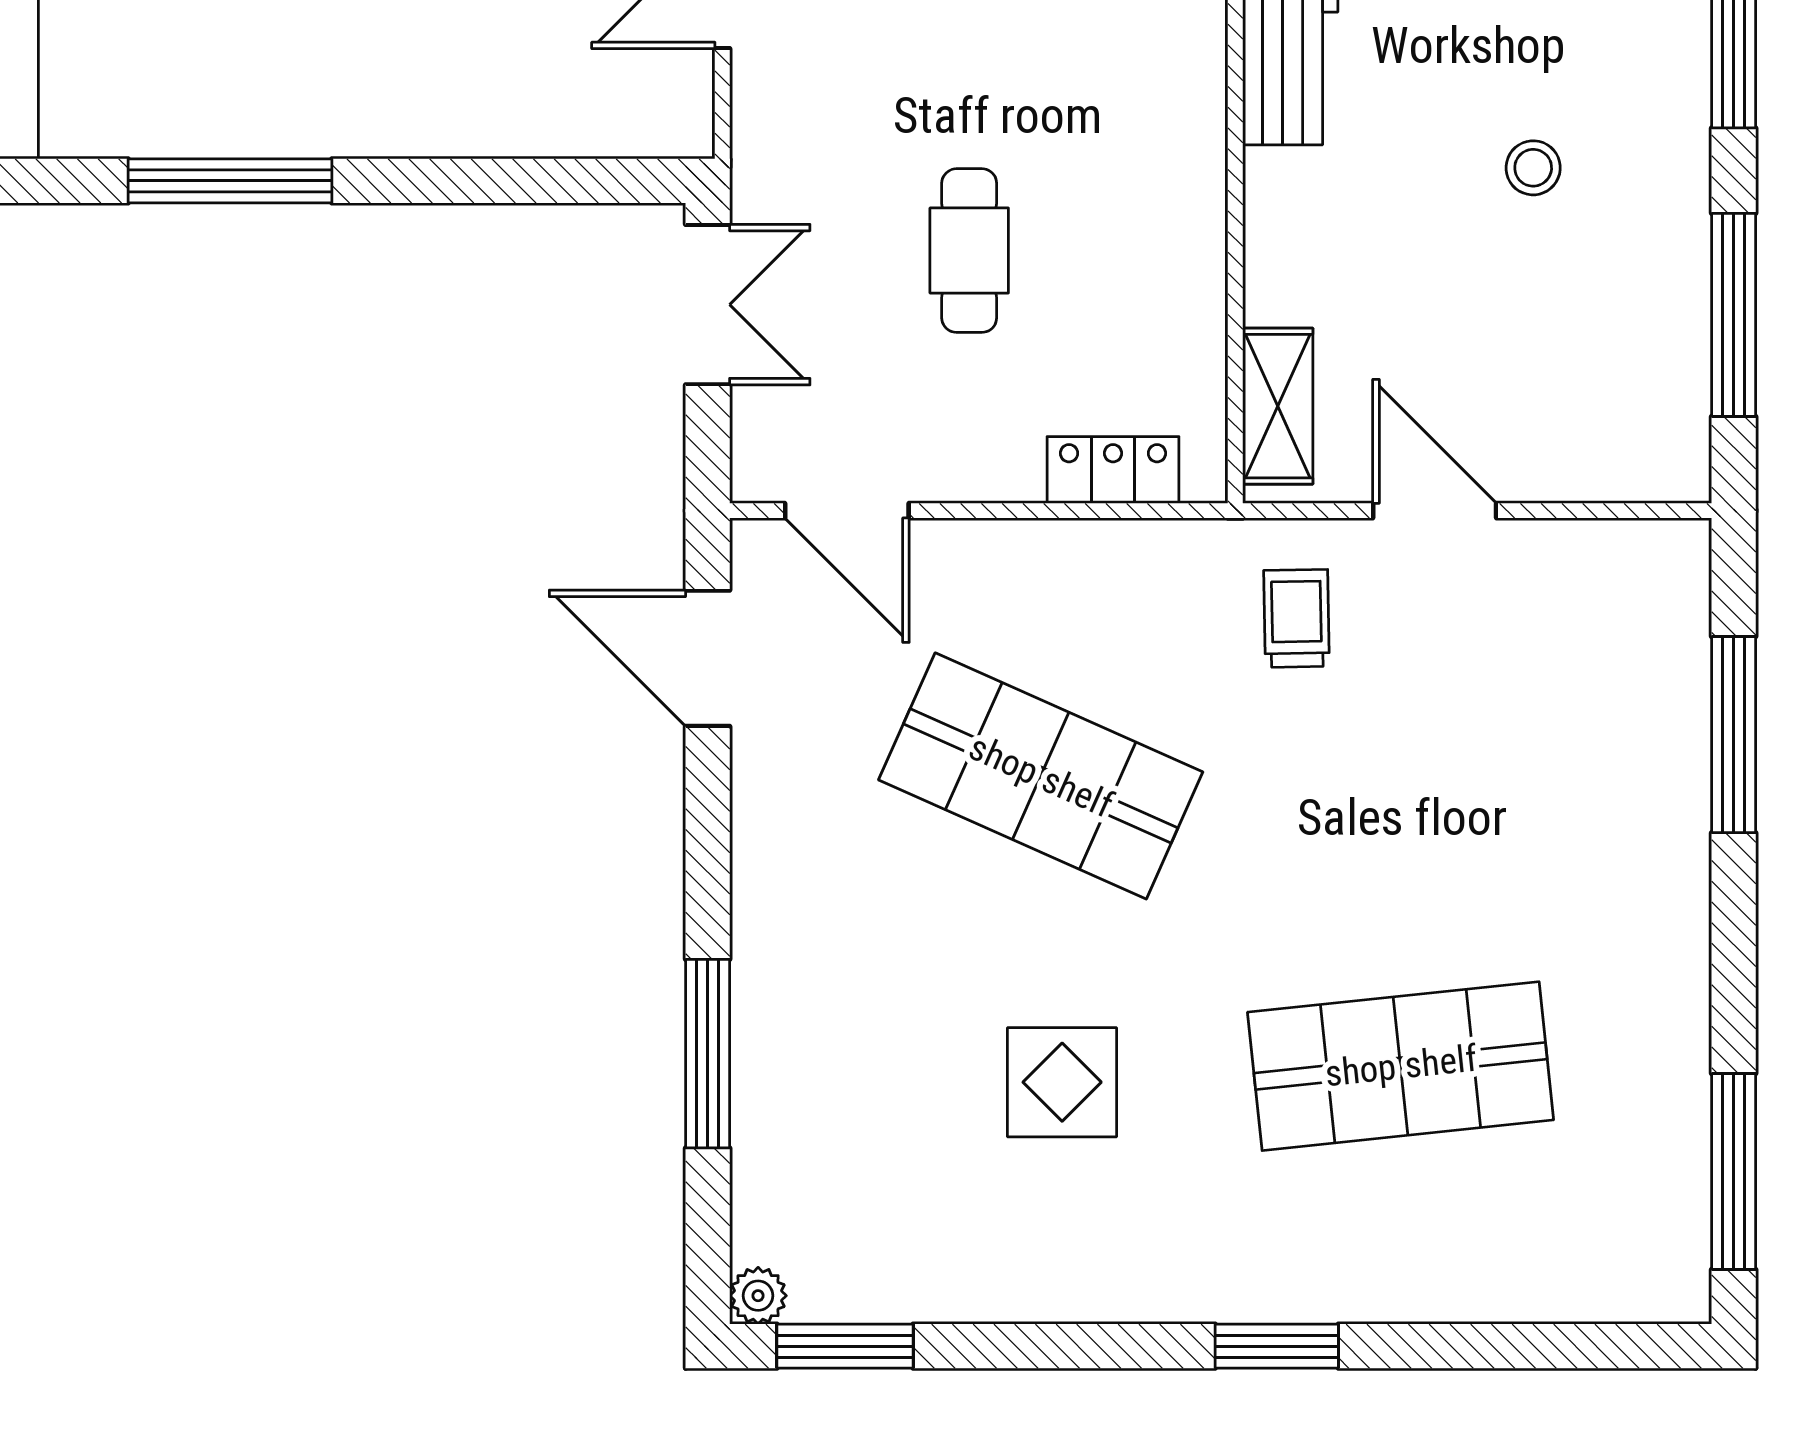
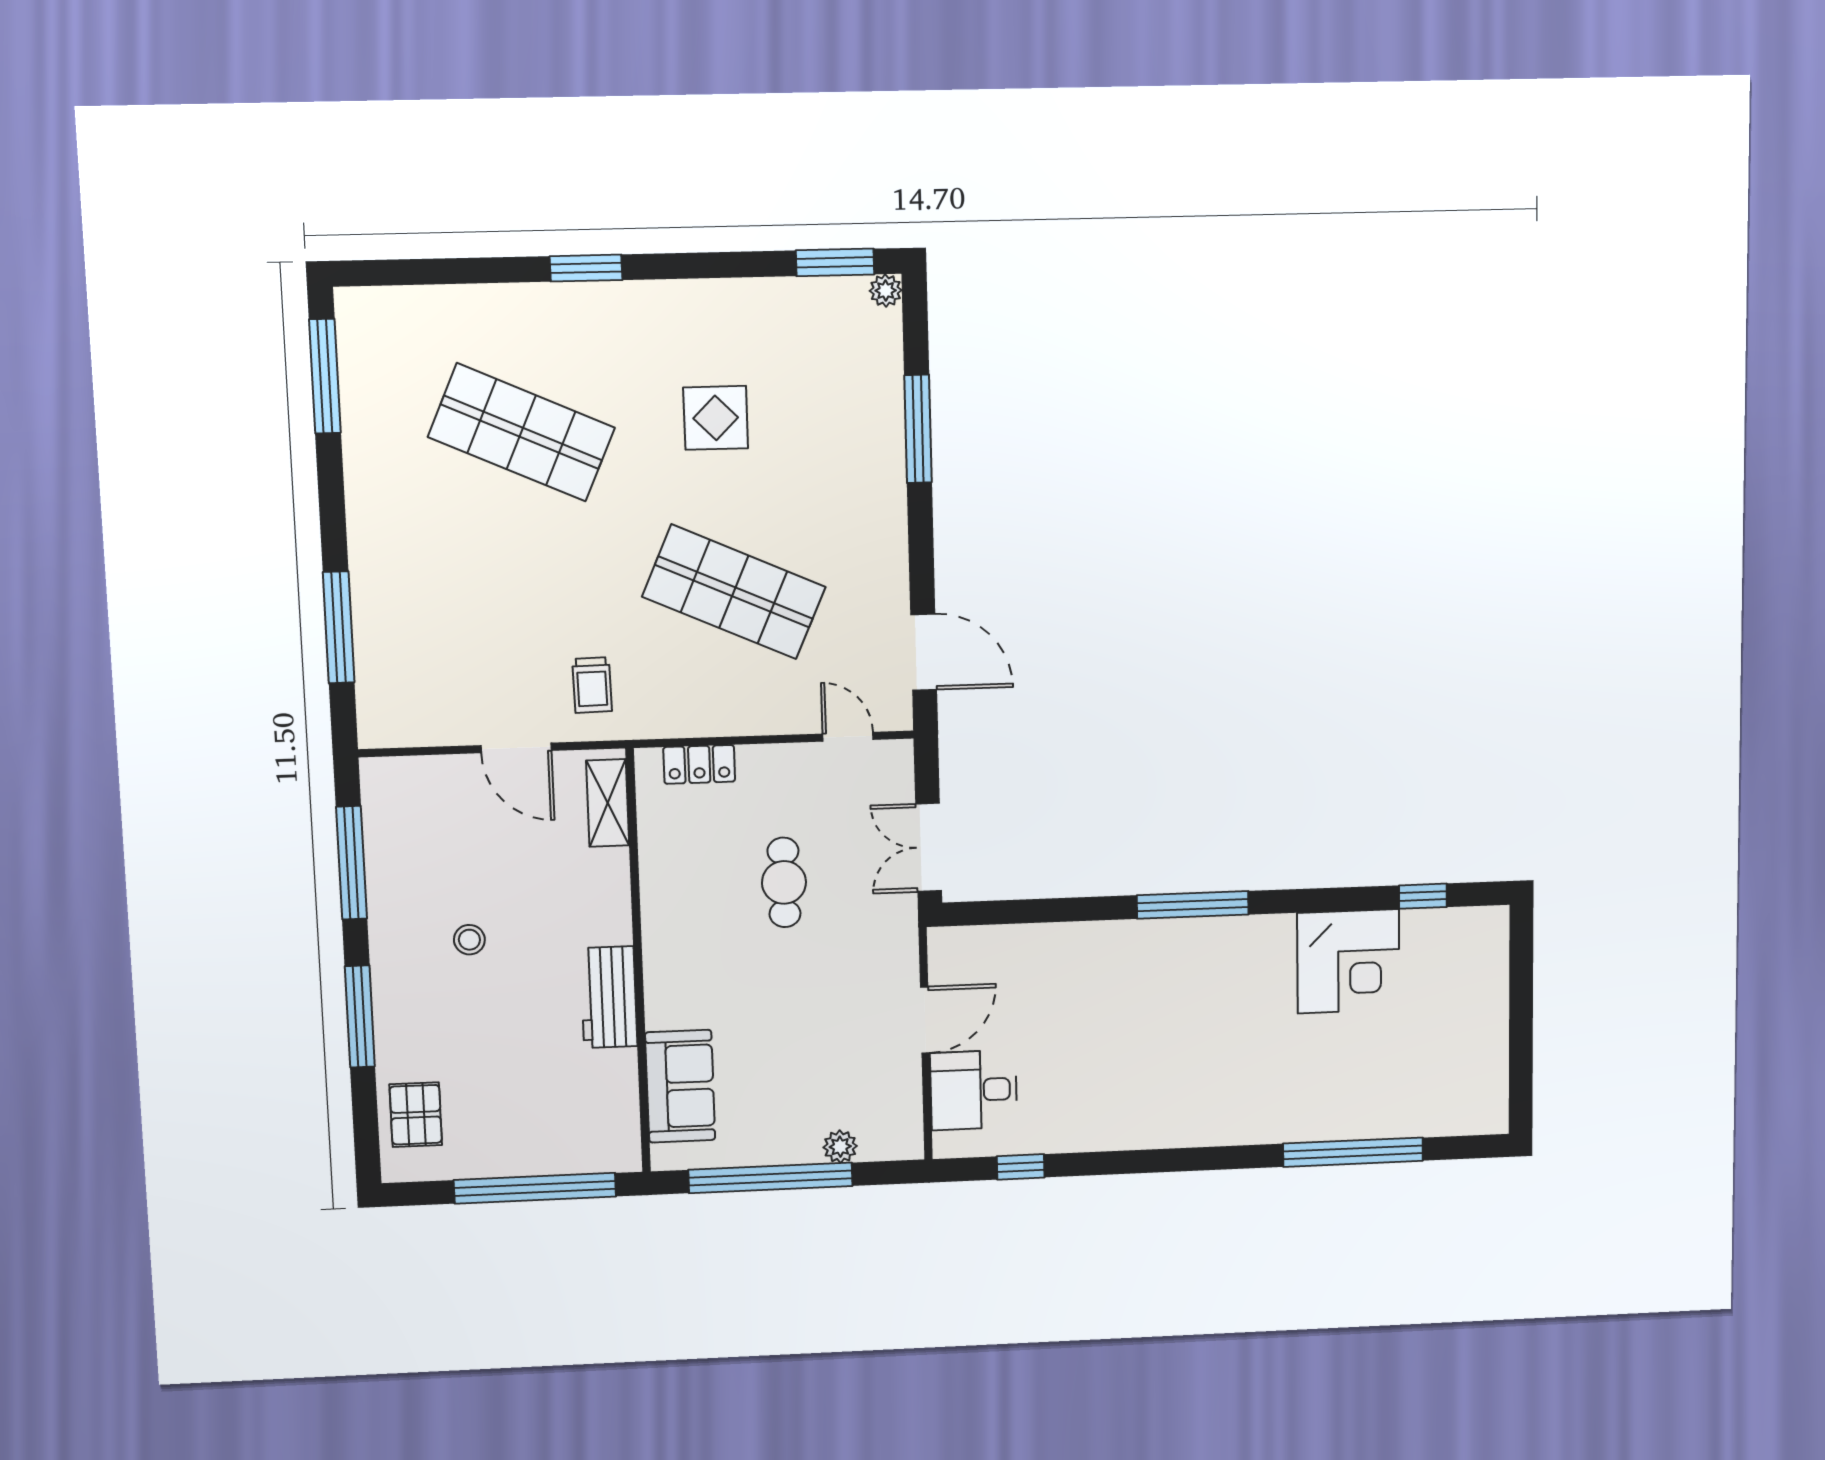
door: (847, 511) -> (848, 737), width x0.73
shop shelf: (1401, 1066) -> (521, 432), turned 30

